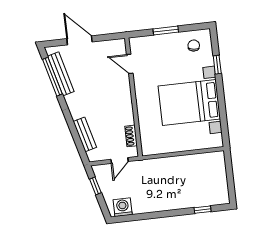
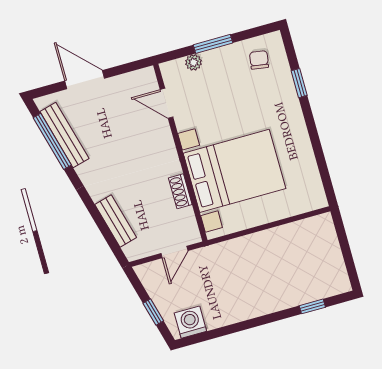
plant: (151, 40) -> (193, 62), added
bed with nightstands: (189, 103) -> (234, 171), moved, turned 180
shoe rack: (131, 136) -> (180, 191), moved
window: (95, 186) -> (153, 312), moved

